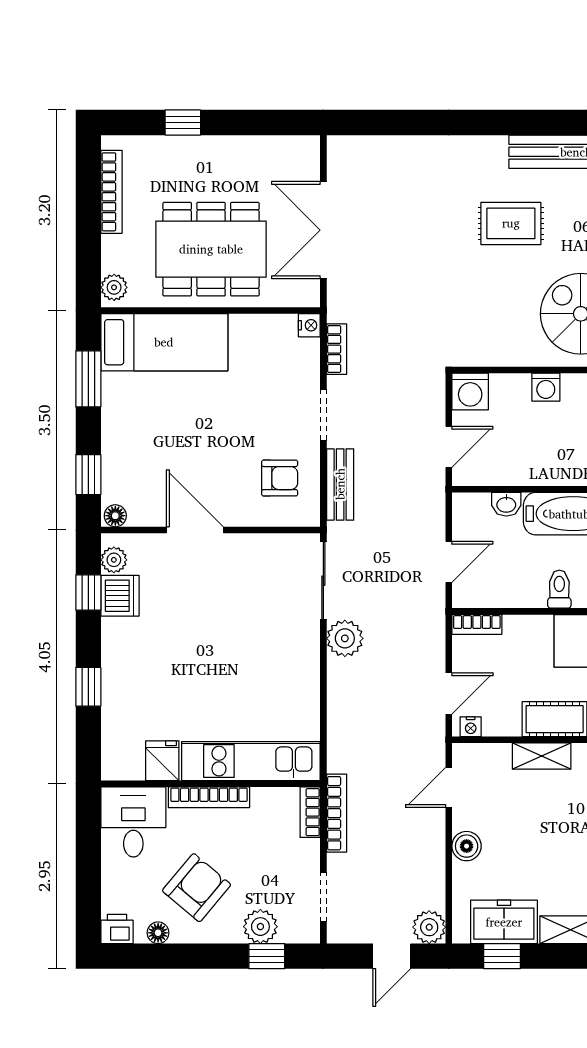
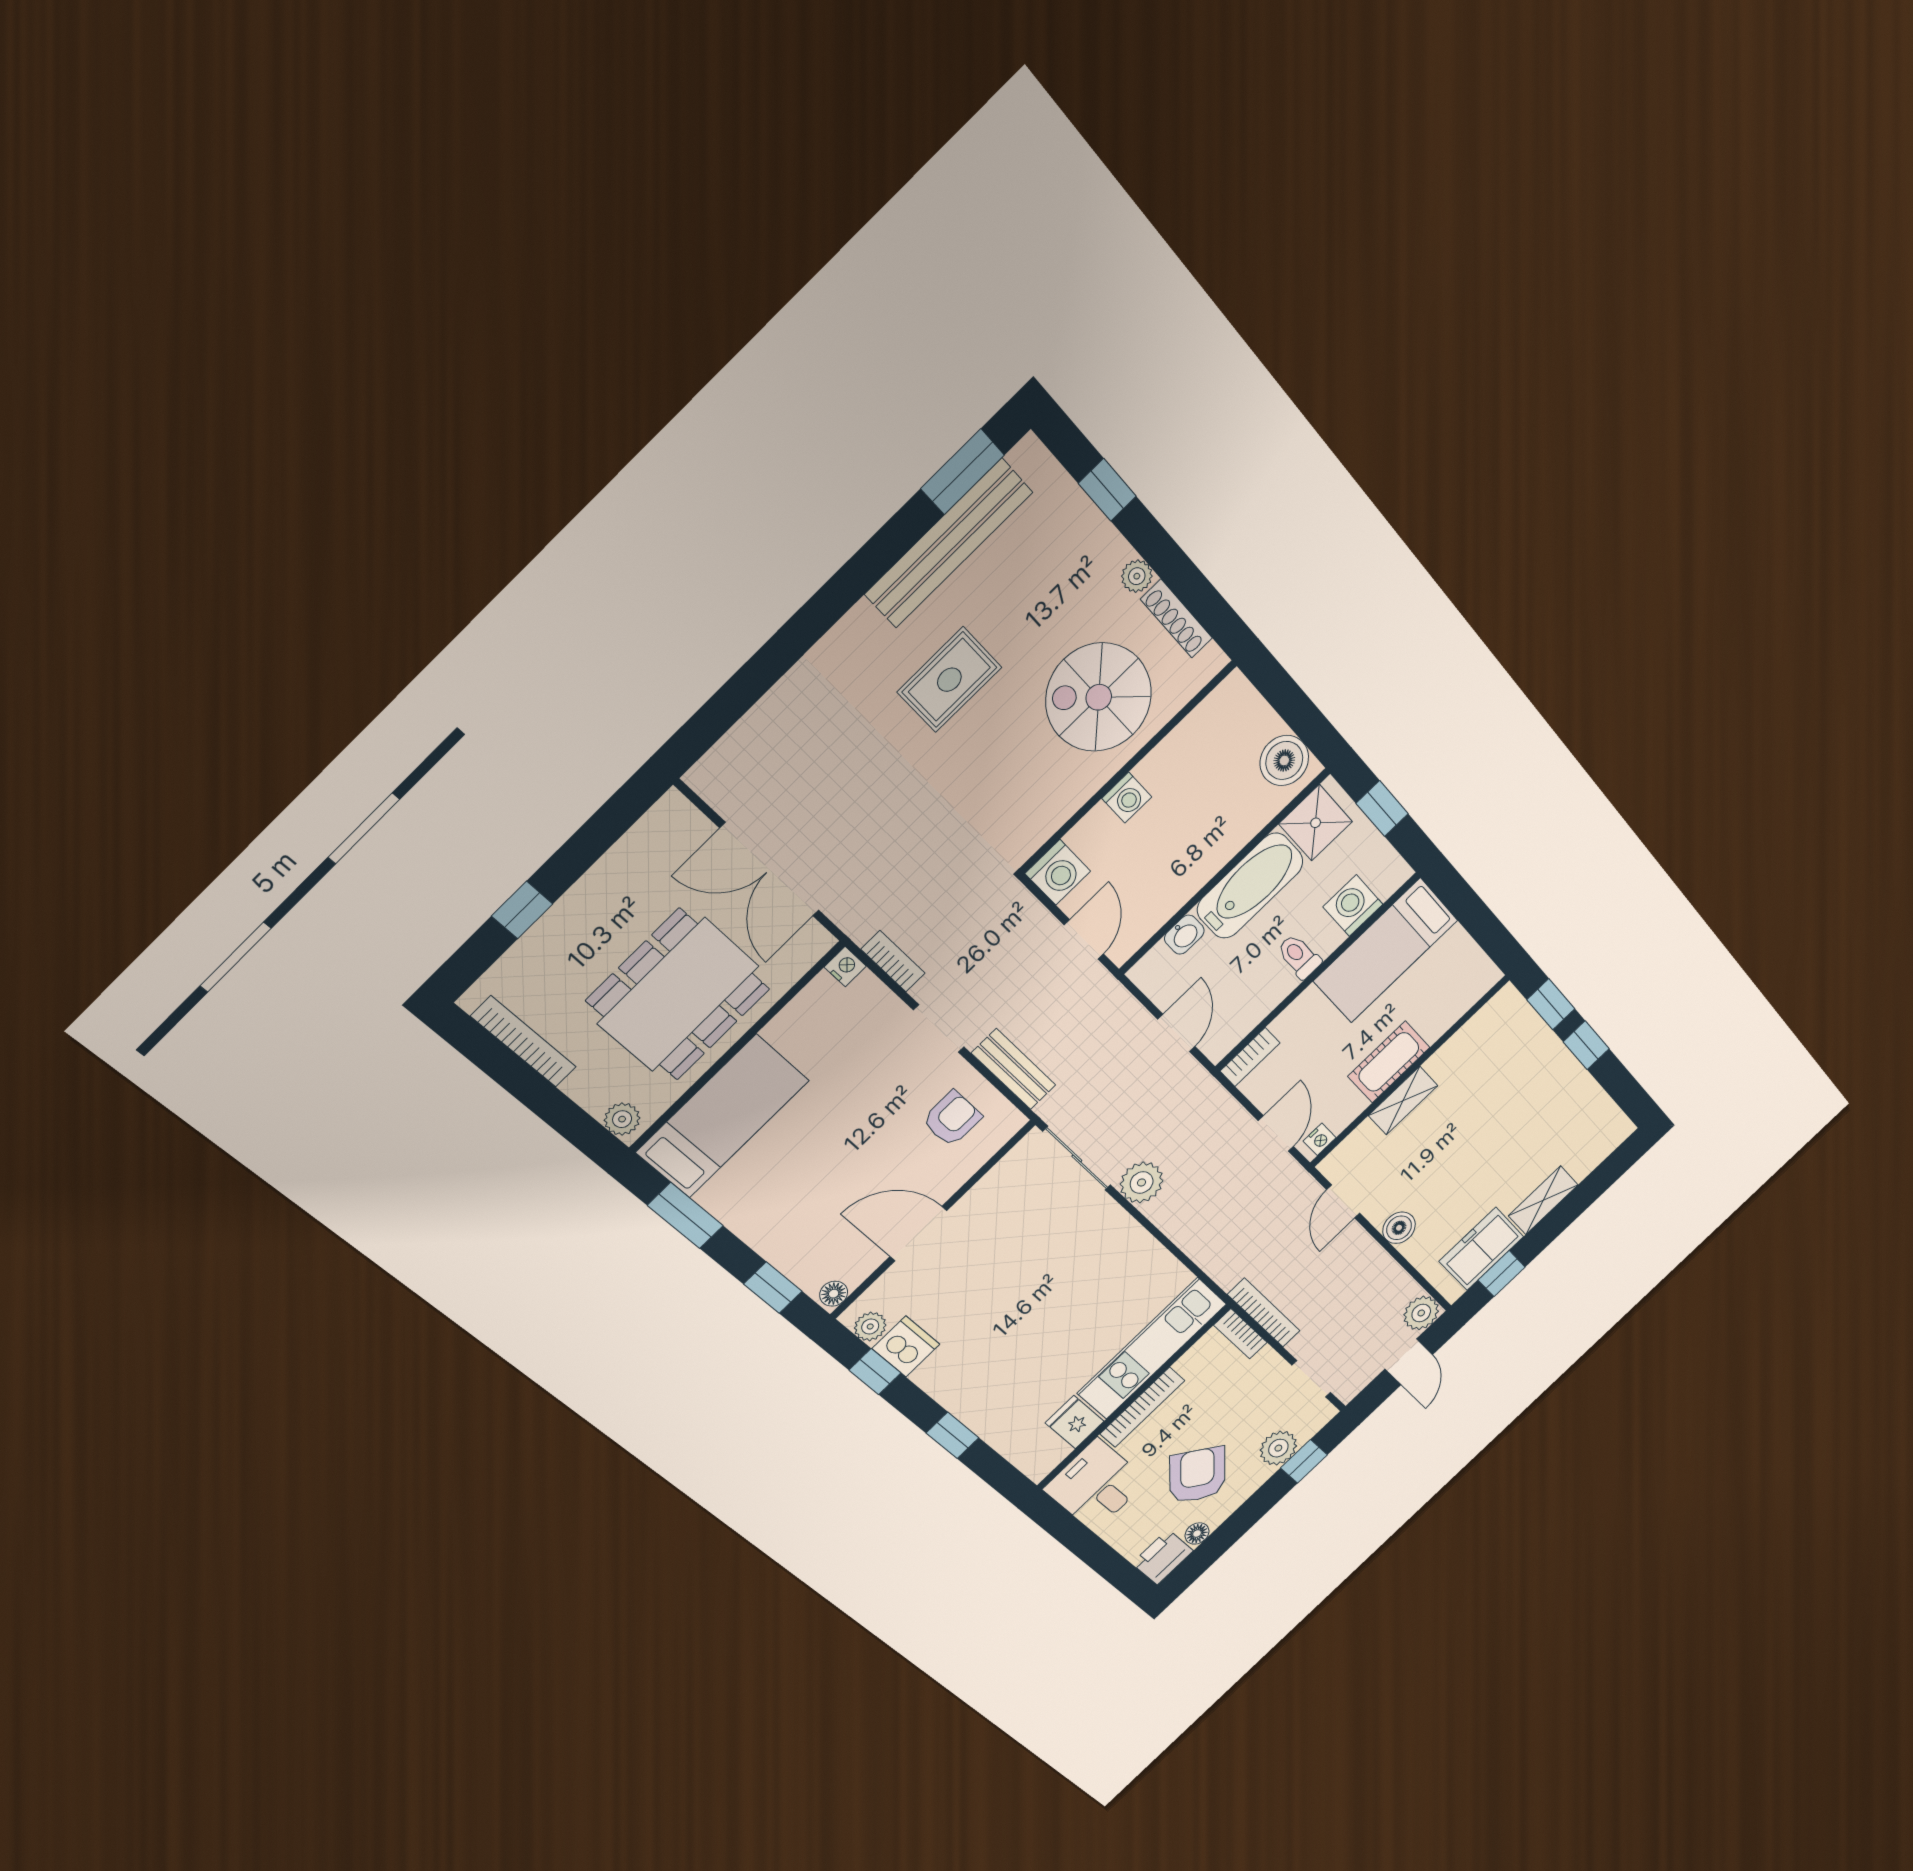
printer: (117, 929) -> (1162, 1557), width x1.36, depth x1.24

